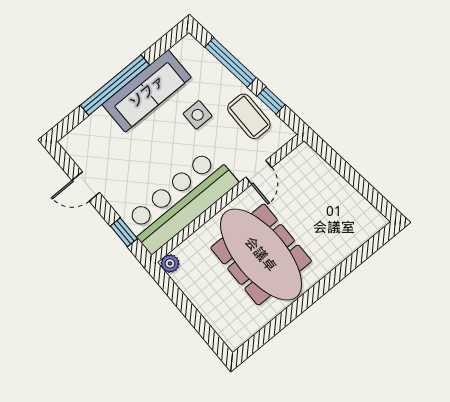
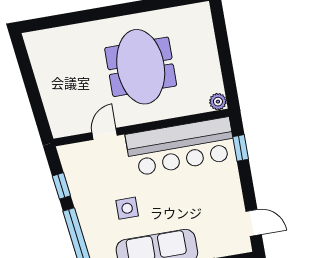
coffee table: (249, 116) -> (87, 183), removed
door: (86, 186) -> (254, 223), moved
meeting table: (261, 254) -> (141, 67), width x0.73

